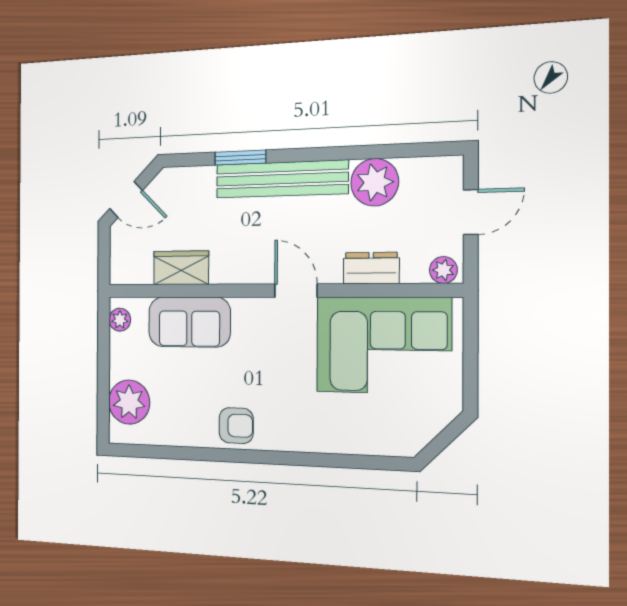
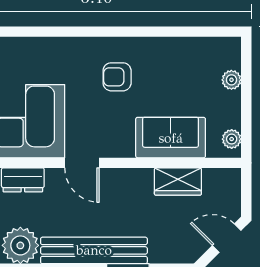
plant: (129, 402) -> (231, 80), width x0.53, depth x0.53
armchair: (236, 426) -> (117, 77), moved

